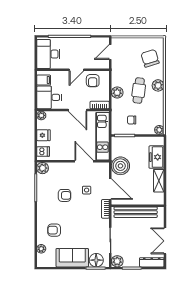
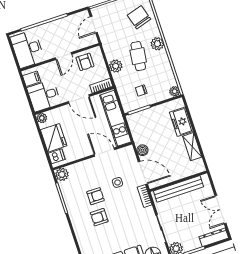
fridge: (43, 135) -> (54, 138), width x1.88, depth x1.34
boiler: (120, 166) -> (142, 150), width x0.54, depth x0.54
armchair: (54, 230) -> (99, 217), moved

